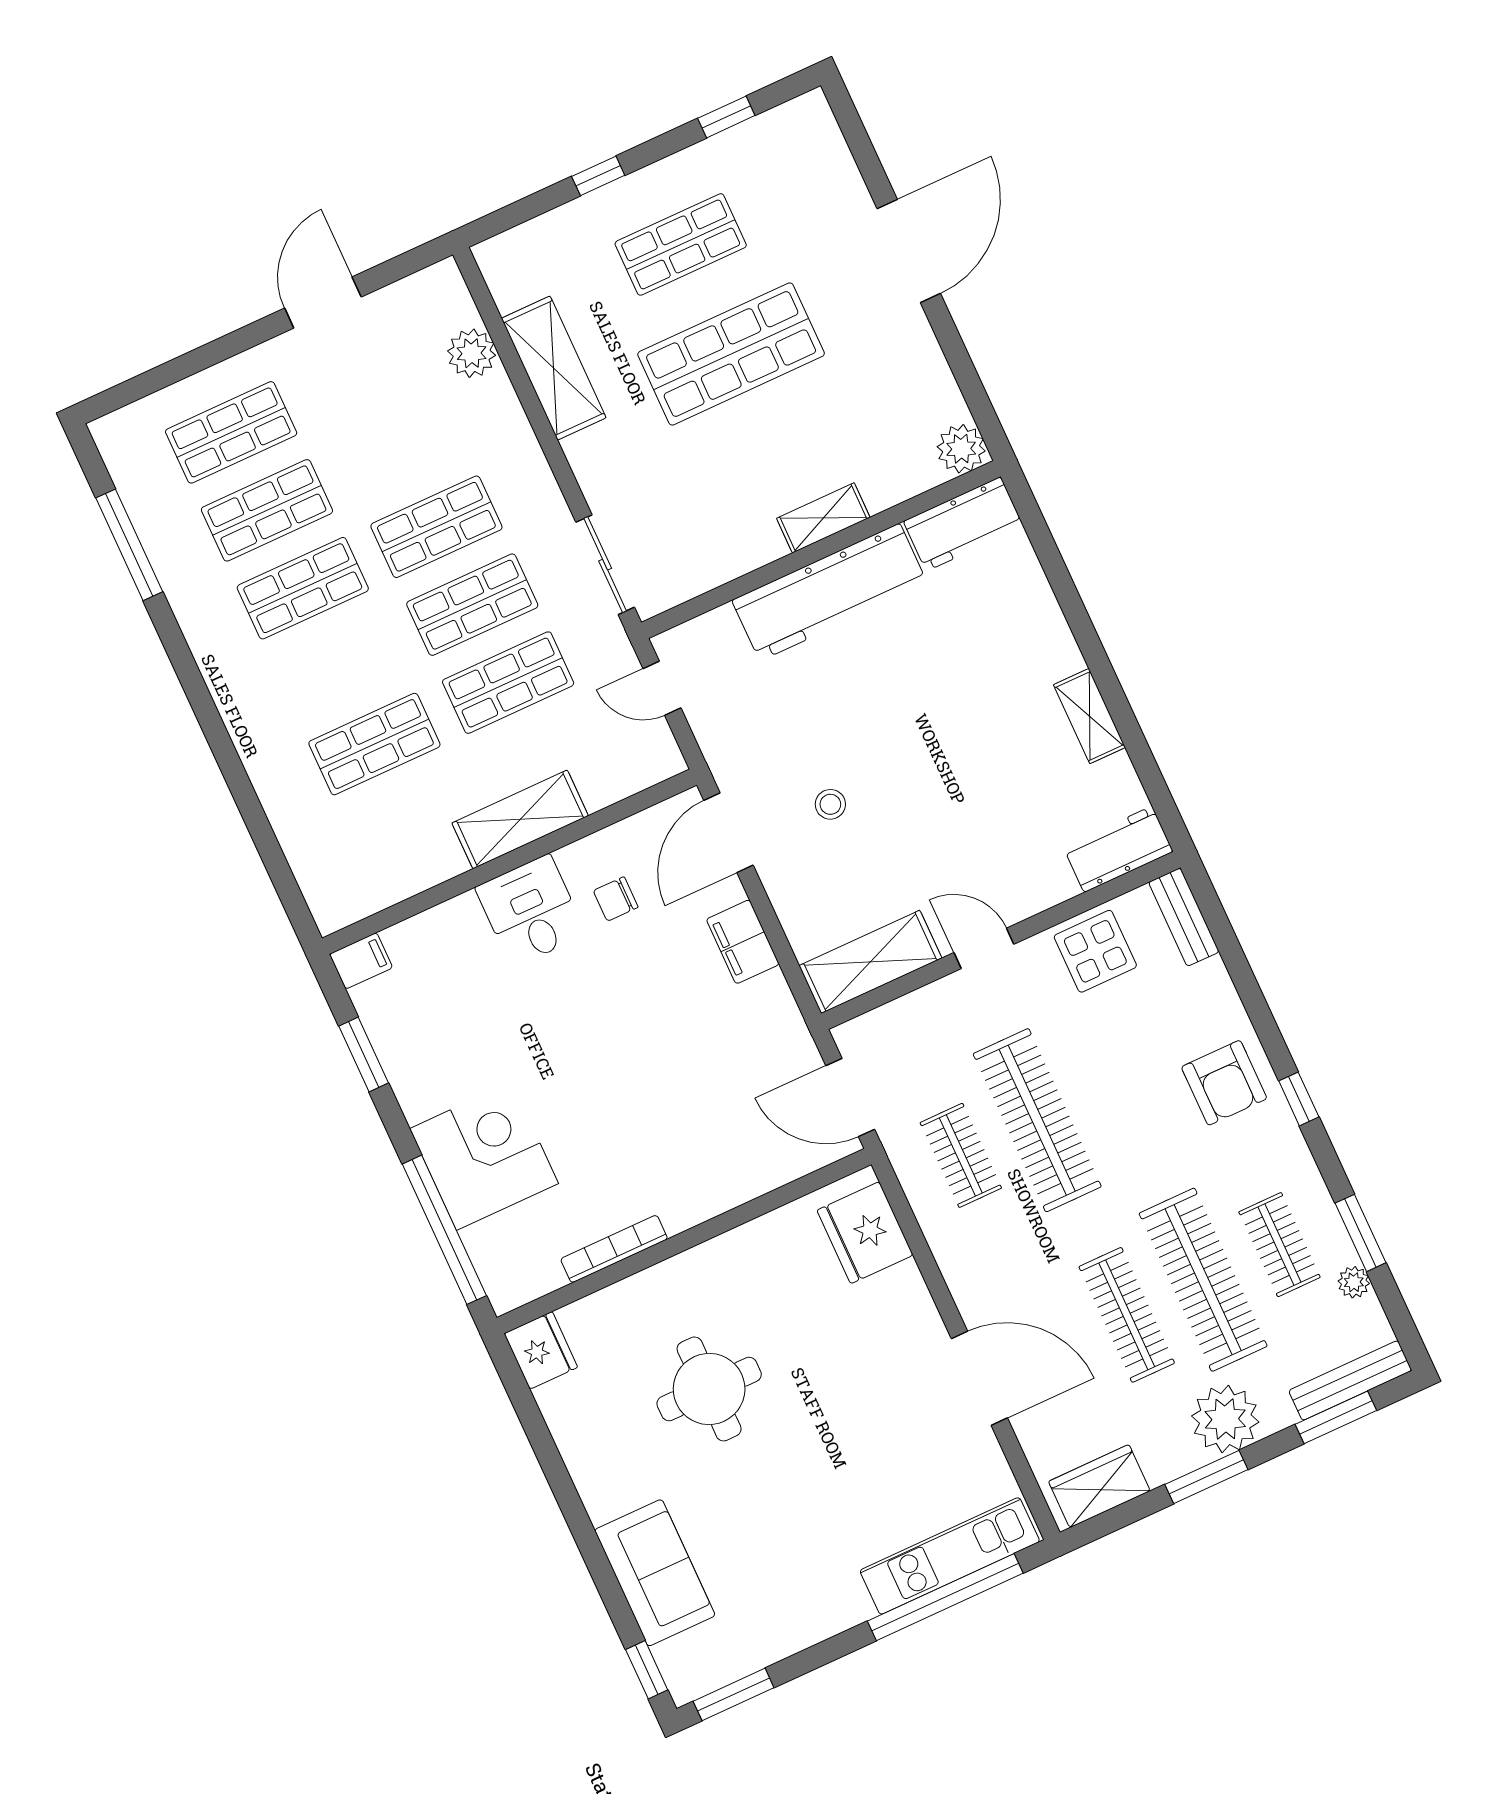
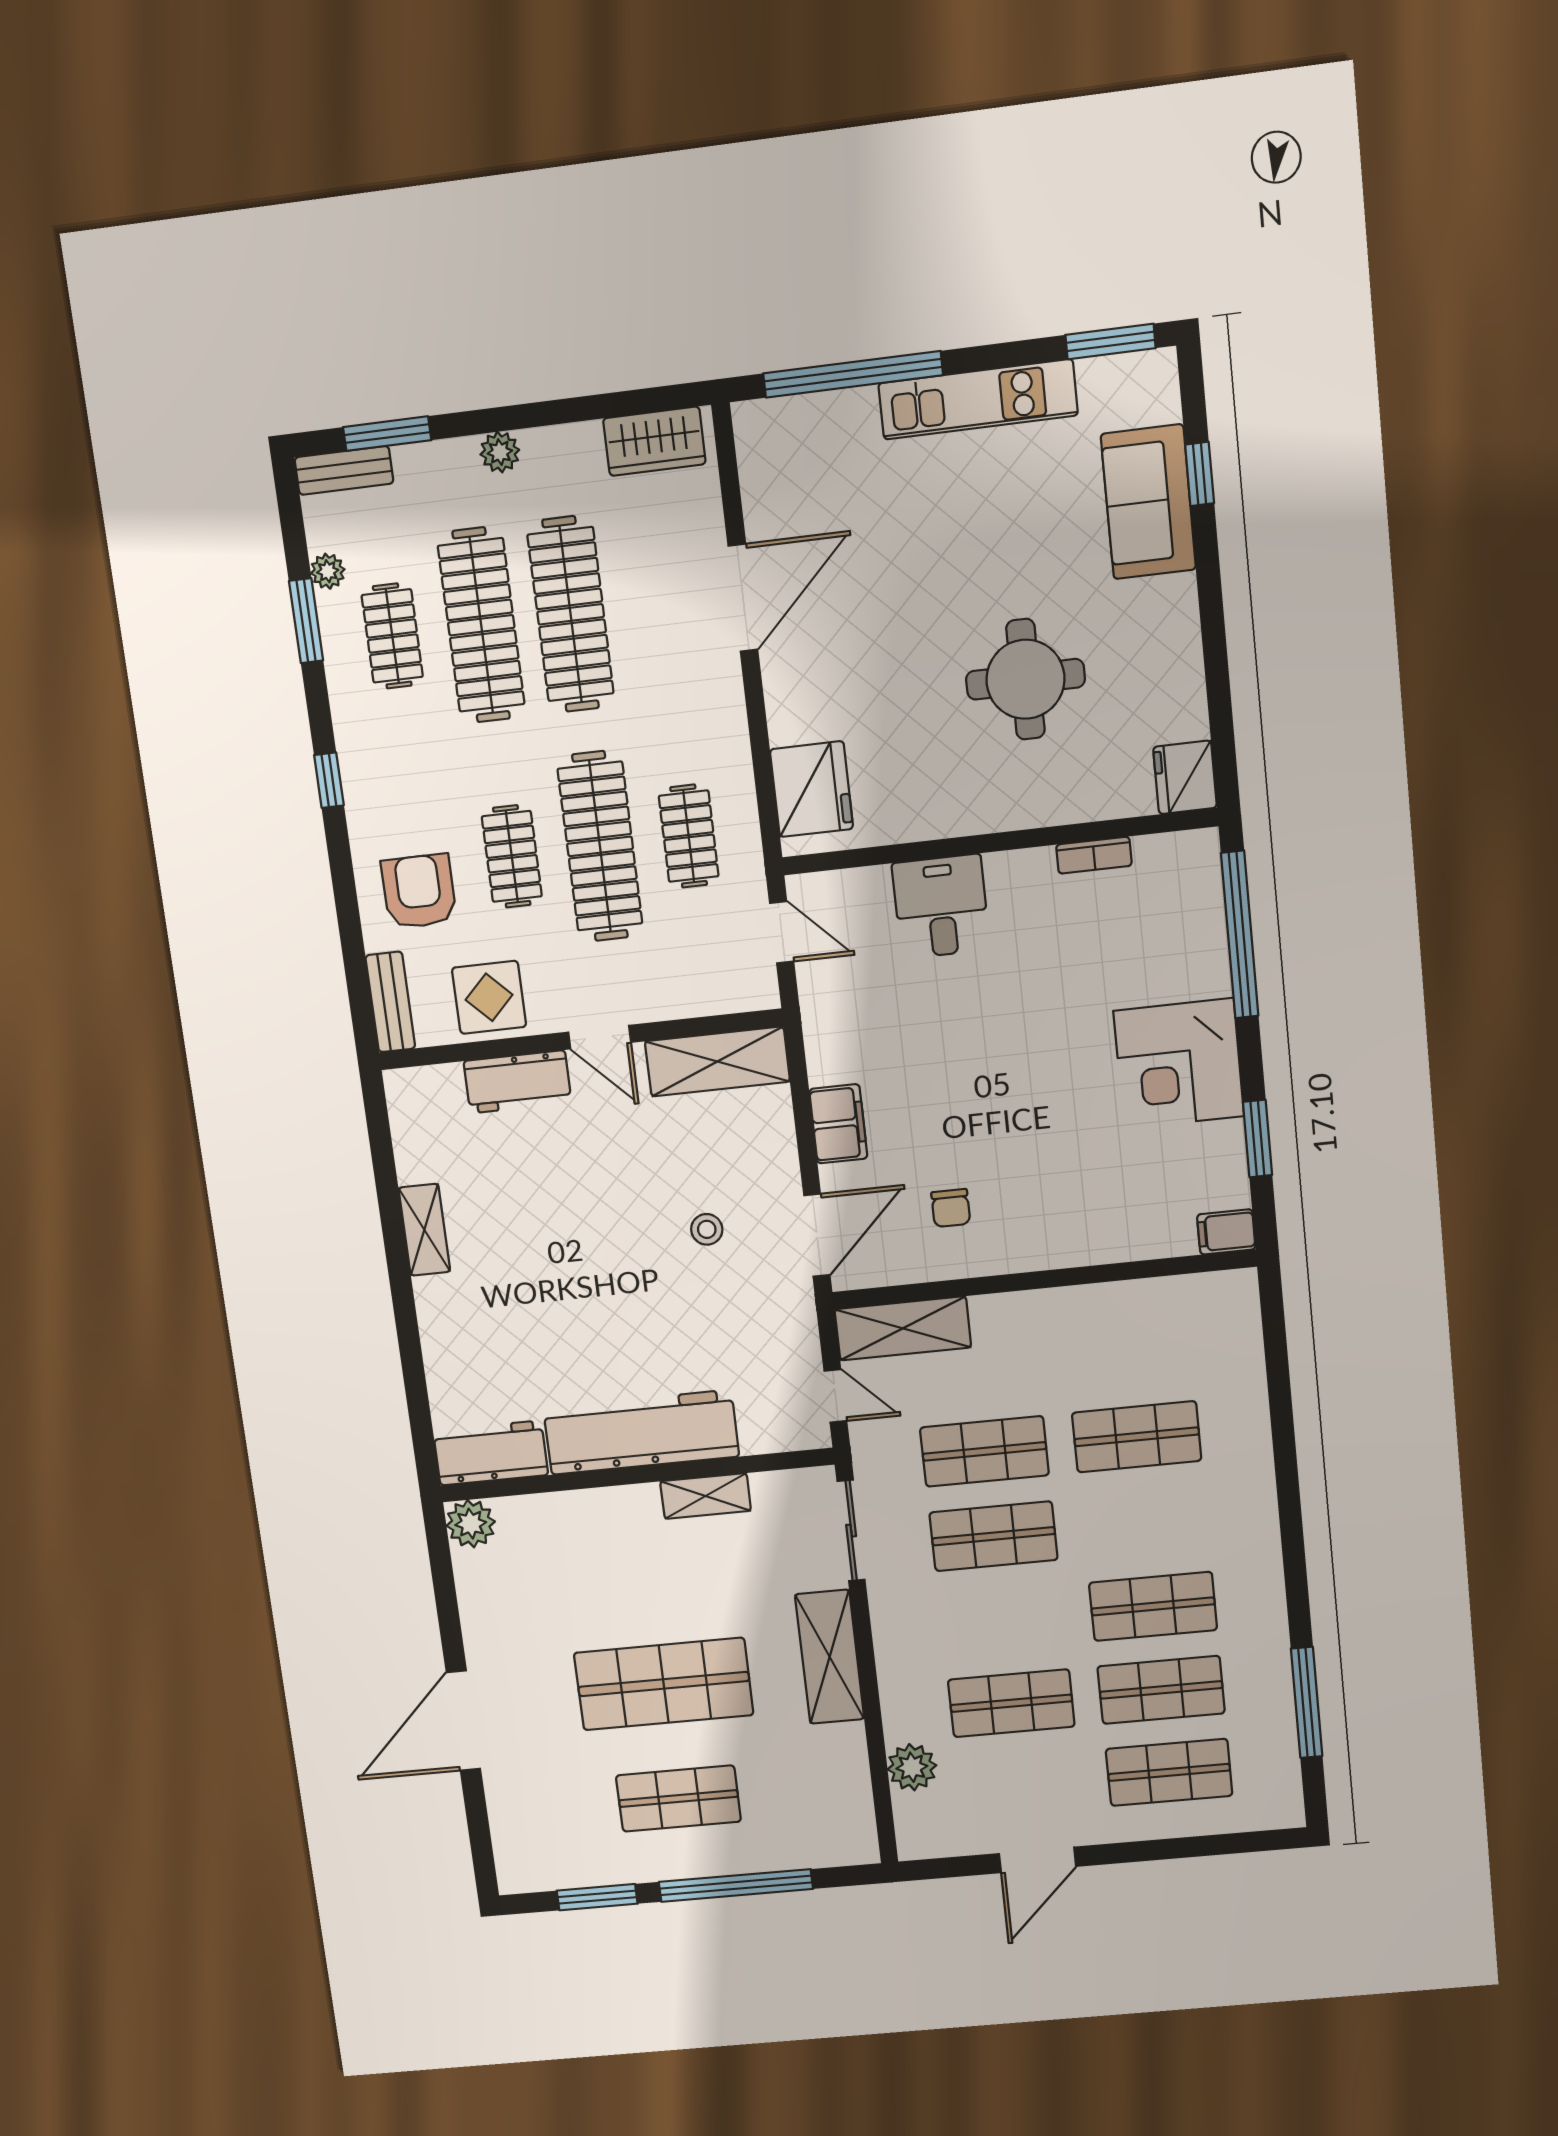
window: (726, 117) -> (597, 1897), width x1.50
window: (598, 176) -> (736, 1885), width x3.17
shelving: (554, 368) -> (830, 1657), moved
shelving: (823, 518) -> (706, 1496), moved
shop shelf: (436, 527) -> (1011, 1703), moved
shelving: (520, 819) -> (903, 1328), moved
workbench: (1118, 849) -> (518, 1082), moved
chair: (616, 899) -> (951, 1208), turned 90
desk: (531, 911) -> (941, 906), moved, turned 180
armchair: (1224, 1083) -> (419, 891), moved
clothes rail: (1114, 1085) -> (512, 856), added
door: (850, 1097) -> (782, 932), width x0.73
corner desk: (484, 1156) -> (1179, 1064), moved
bookcase: (614, 1249) -> (1094, 855), width x0.64
clothes rail: (1127, 1315) -> (571, 614), width x1.37, depth x1.31
door: (979, 1378) -> (743, 598), swing flipped
bench: (1350, 1380) -> (344, 470), width x0.73
plant: (1225, 1419) -> (500, 452), width x0.53, depth x0.53
window: (1206, 1477) -> (540, 414), removed
kitchen unit: (950, 1556) -> (978, 399), moved
window: (647, 1670) -> (1200, 474), moved

